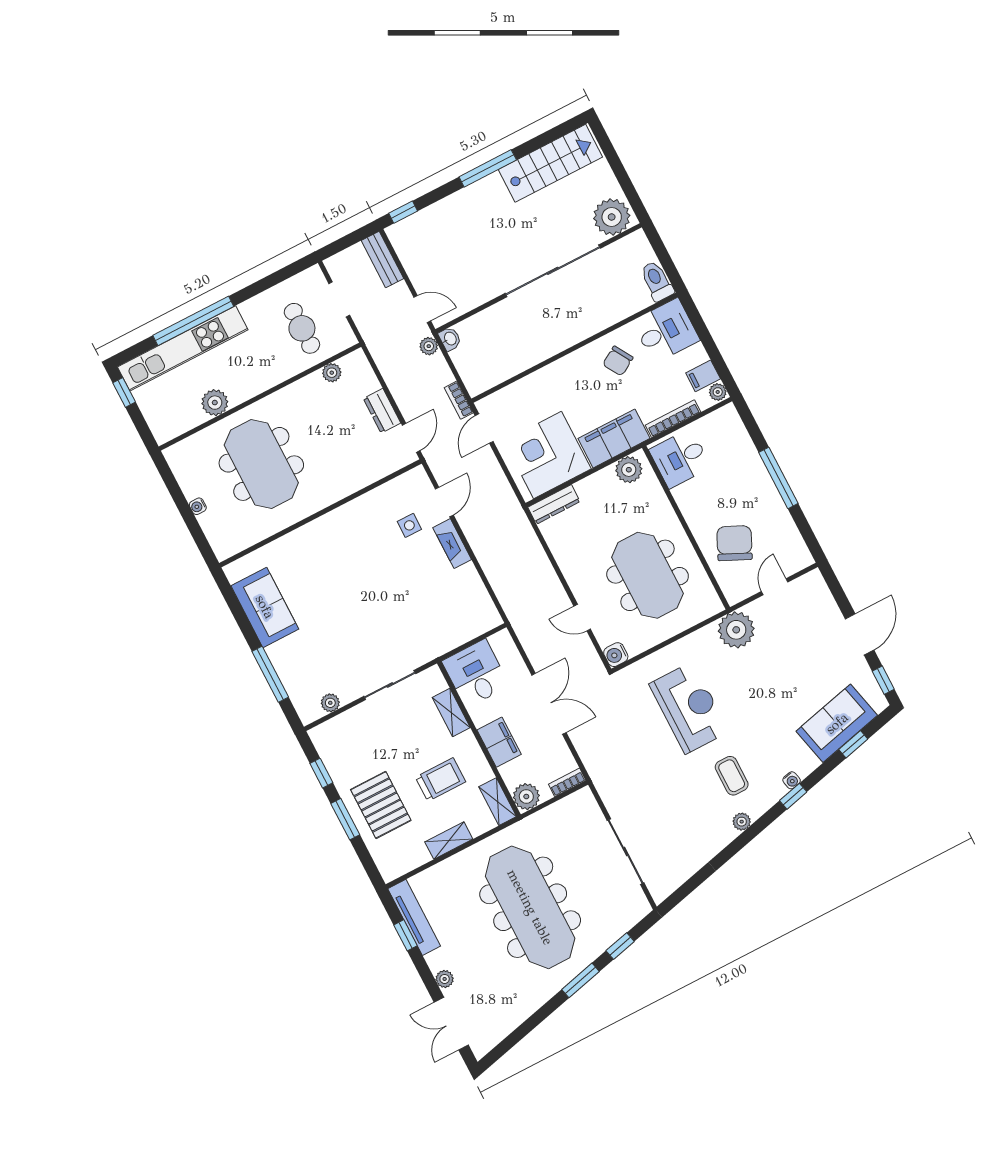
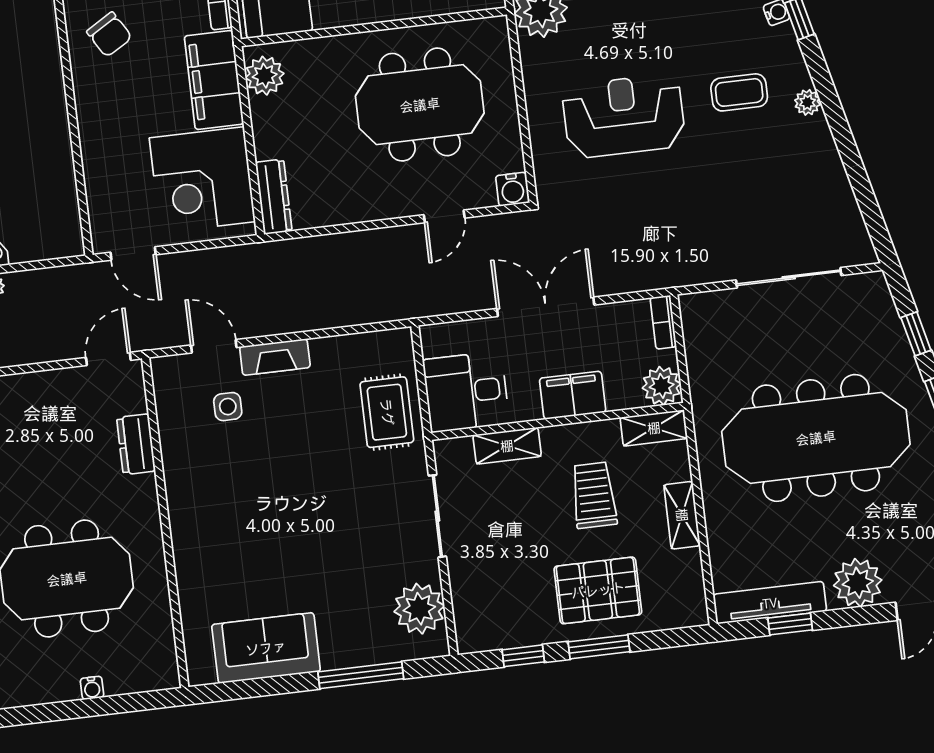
bookcase: (459, 400) -> (81, 274), removed
dresser: (382, 411) -> (136, 444), moved, turned 90
door: (411, 438) -> (108, 359), hinge flipped
rug: (444, 628) -> (387, 412), added
plant: (330, 703) -> (419, 609), width x1.88, depth x1.88
plant: (445, 979) -> (858, 583), width x1.88, depth x1.88

